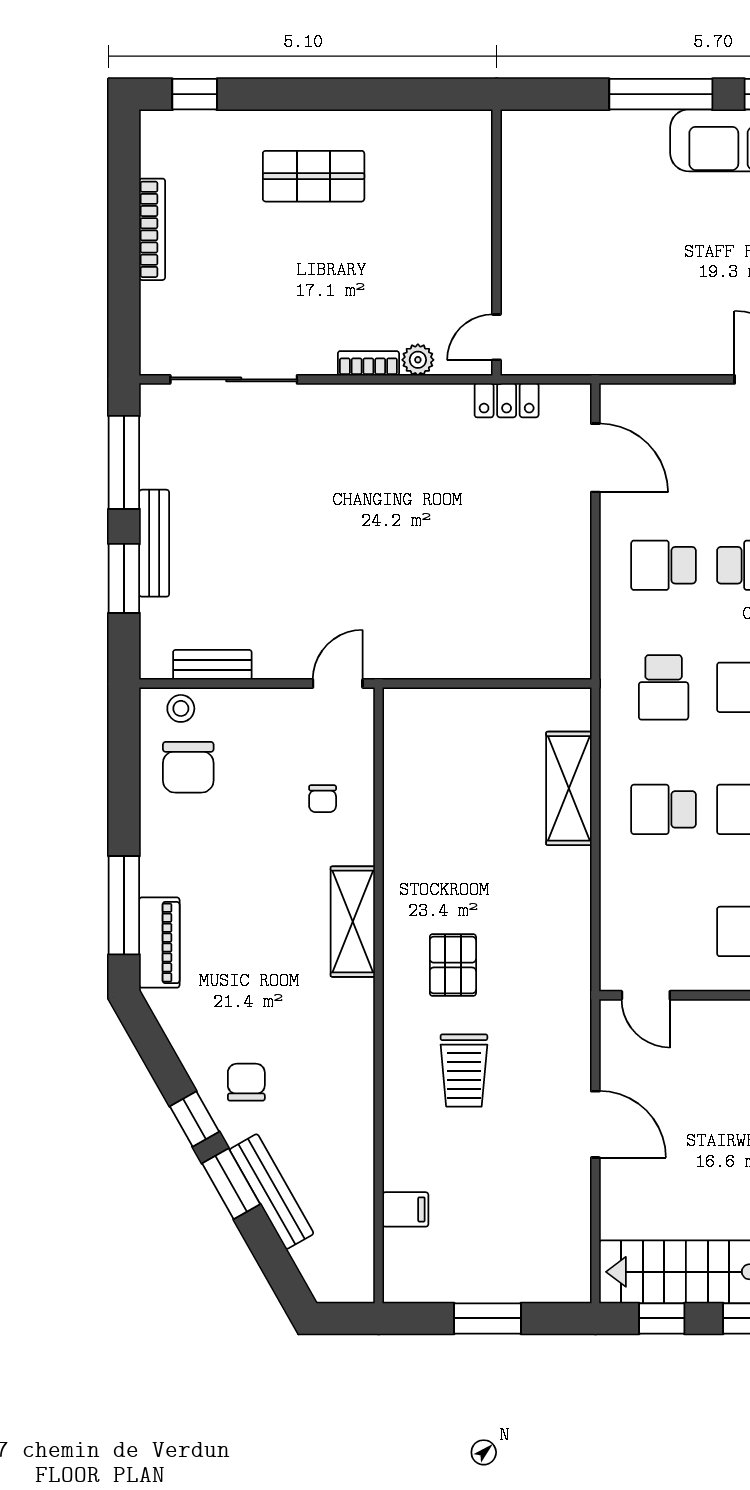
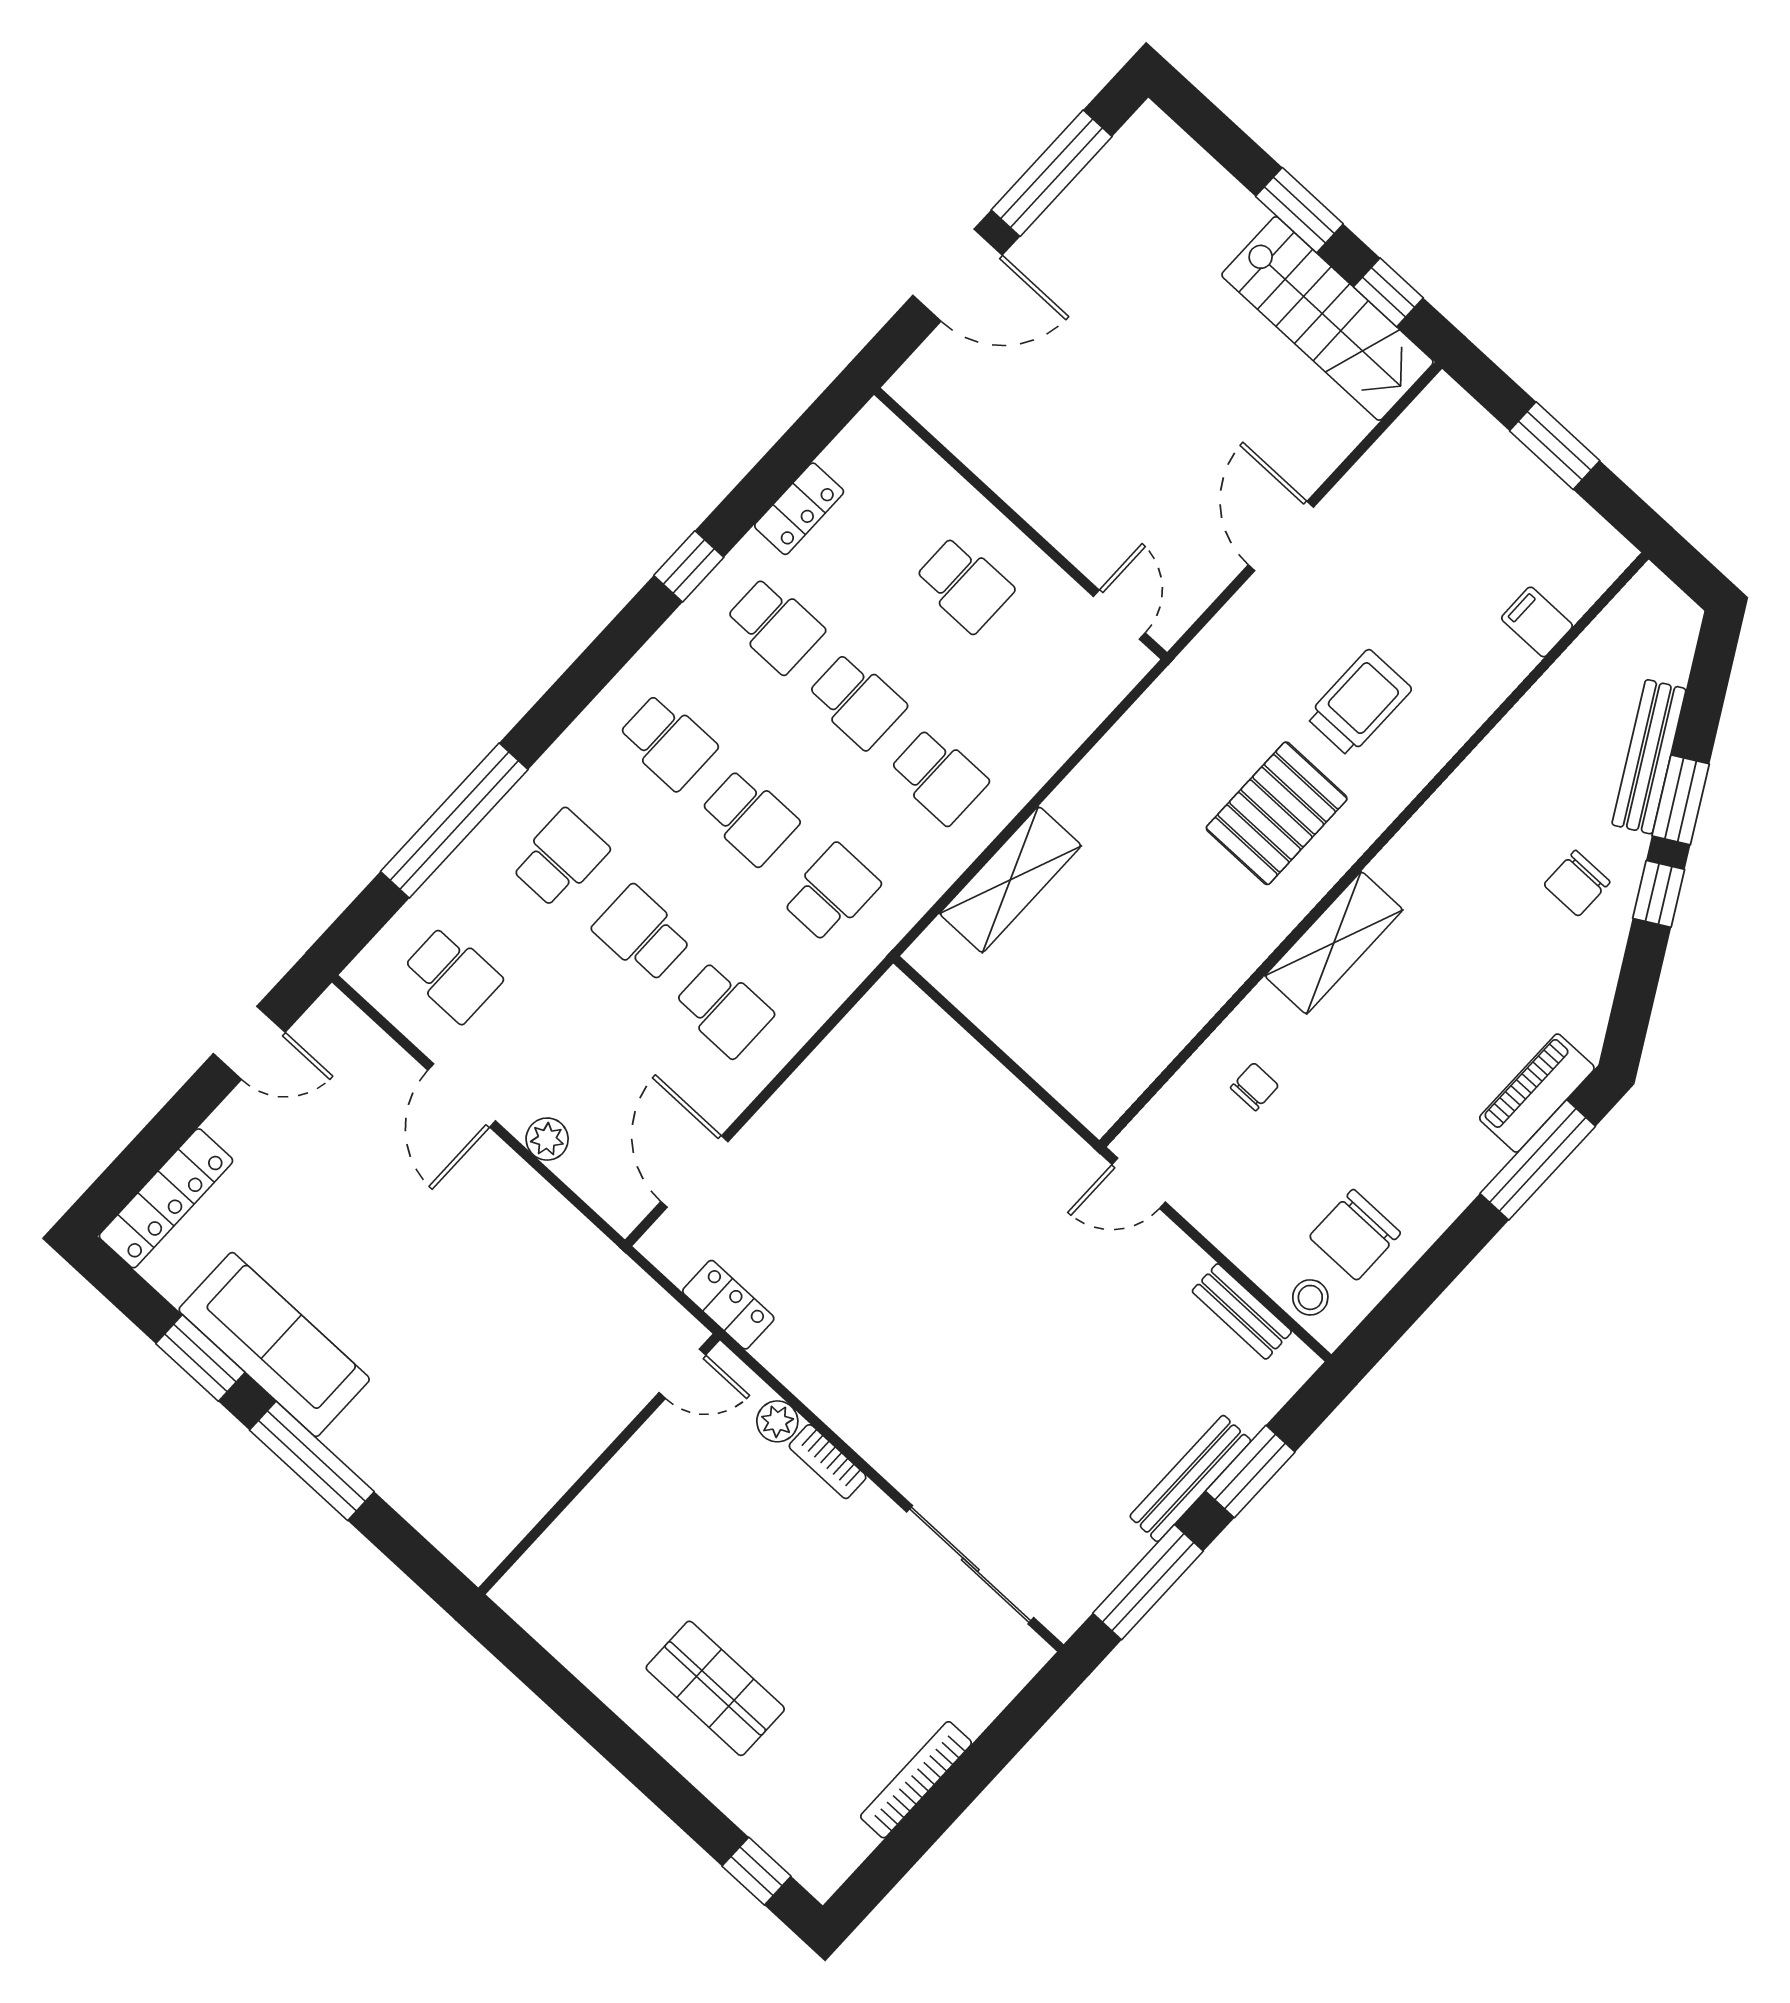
plant: (696, 399) -> (547, 1139), added
chair: (188, 767) -> (1355, 1235), turned 180
pallet: (453, 965) -> (1277, 813), width x1.50, depth x1.42

